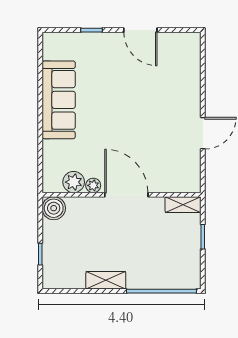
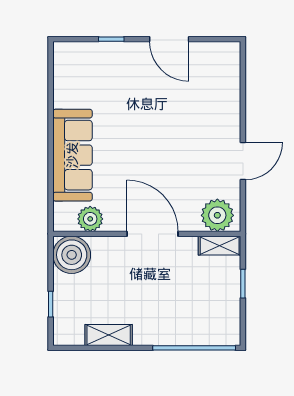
sofa: (59, 100) -> (72, 155), moved
plant: (93, 185) -> (217, 215), moved, width x1.87, depth x1.87
boiler: (54, 208) -> (72, 255), width x1.37, depth x1.37
shelving: (106, 280) -> (109, 335), moved

